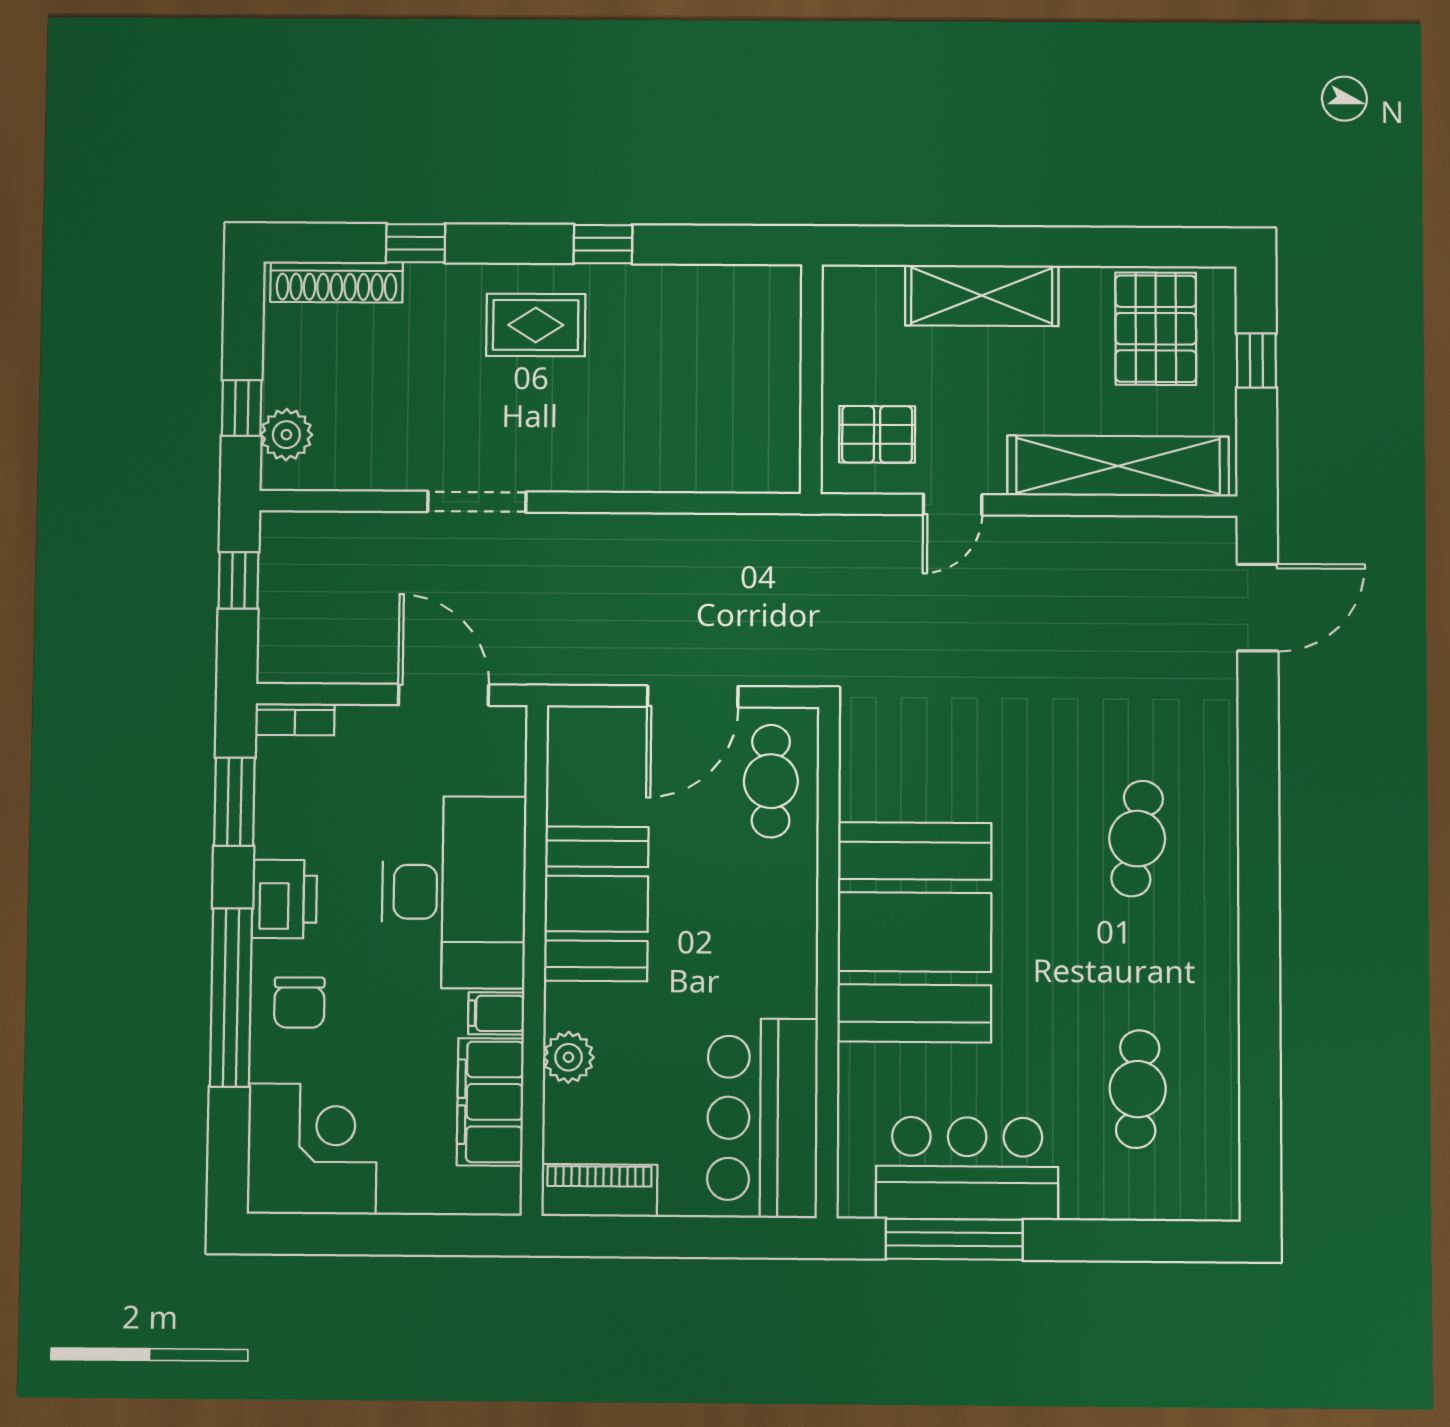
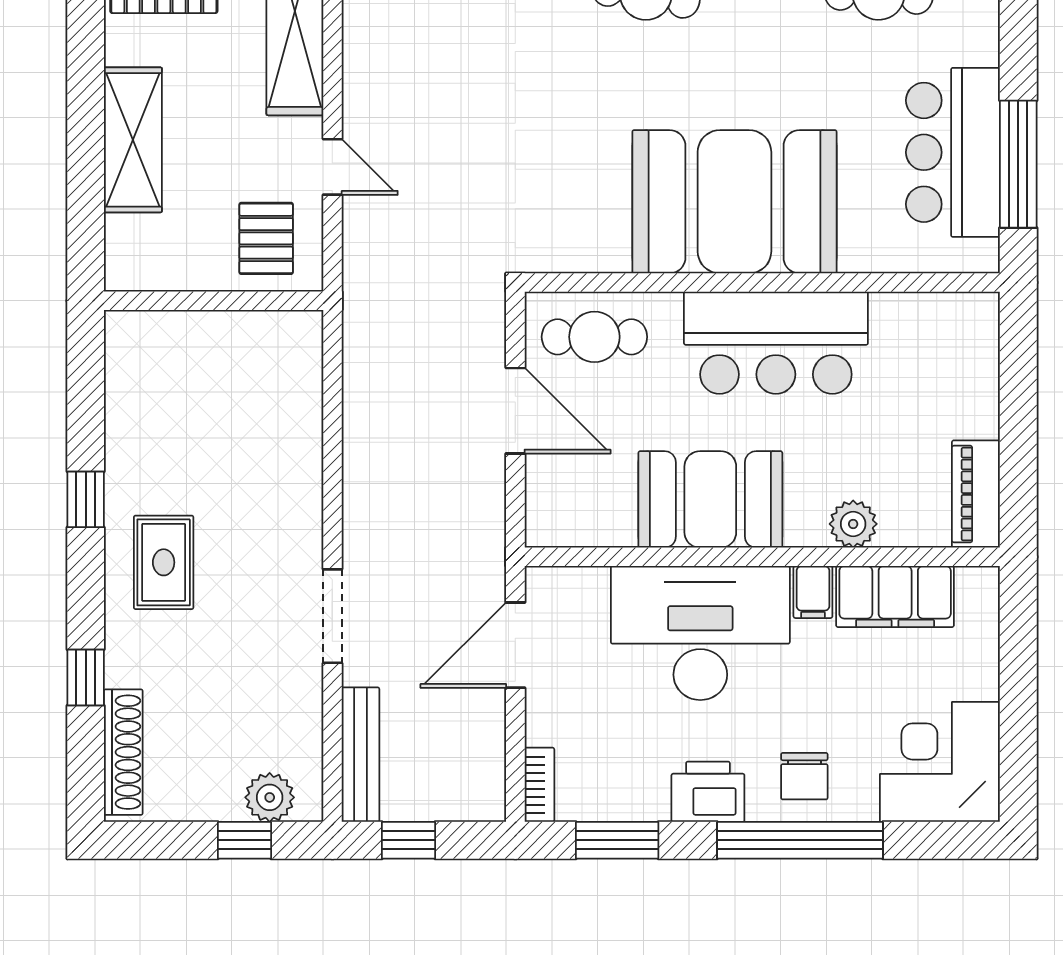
bench: (330, 530) -> (360, 755), added
chair: (299, 1003) -> (804, 776), turned 90
bar counter: (762, 1118) -> (776, 343), moved

